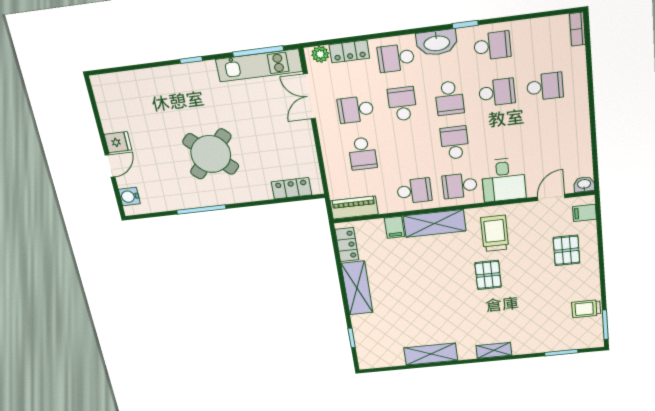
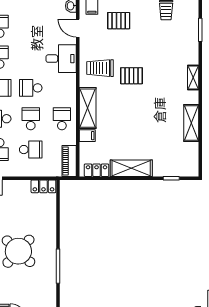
school desk: (460, 186) -> (31, 119), moved, turned 180
locker: (292, 188) -> (43, 186), moved, turned -90

